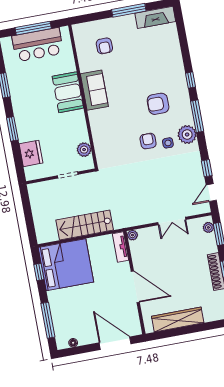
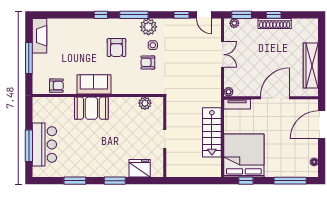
sofa: (94, 90) -> (94, 84), moved
booth: (68, 92) -> (91, 108), moved
wall: (83, 97) -> (98, 95), moved
plant: (84, 150) -> (145, 103), moved

